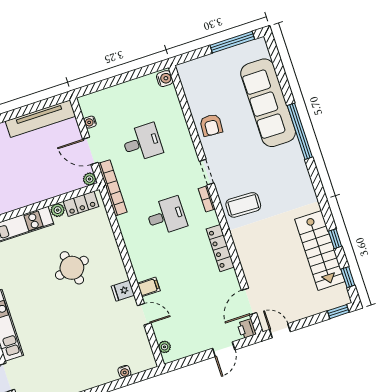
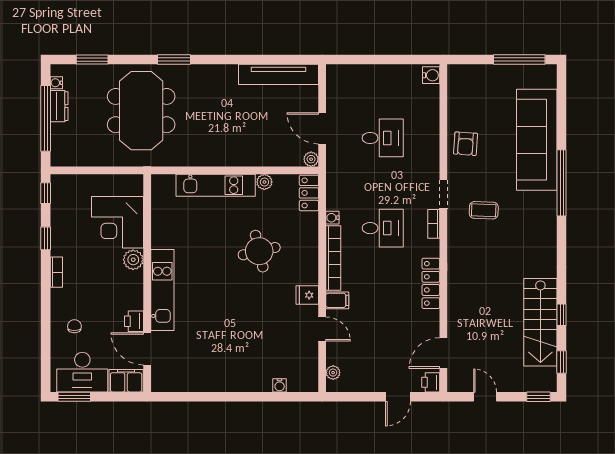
water cooler: (90, 122) -> (332, 218), moved
bookcase: (112, 188) -> (333, 258), moved
locker: (81, 204) -> (309, 193), moved, turned 90
coffee table: (243, 205) -> (484, 210), moved, width x0.73, depth x0.77
door: (280, 331) -> (485, 397), moved

